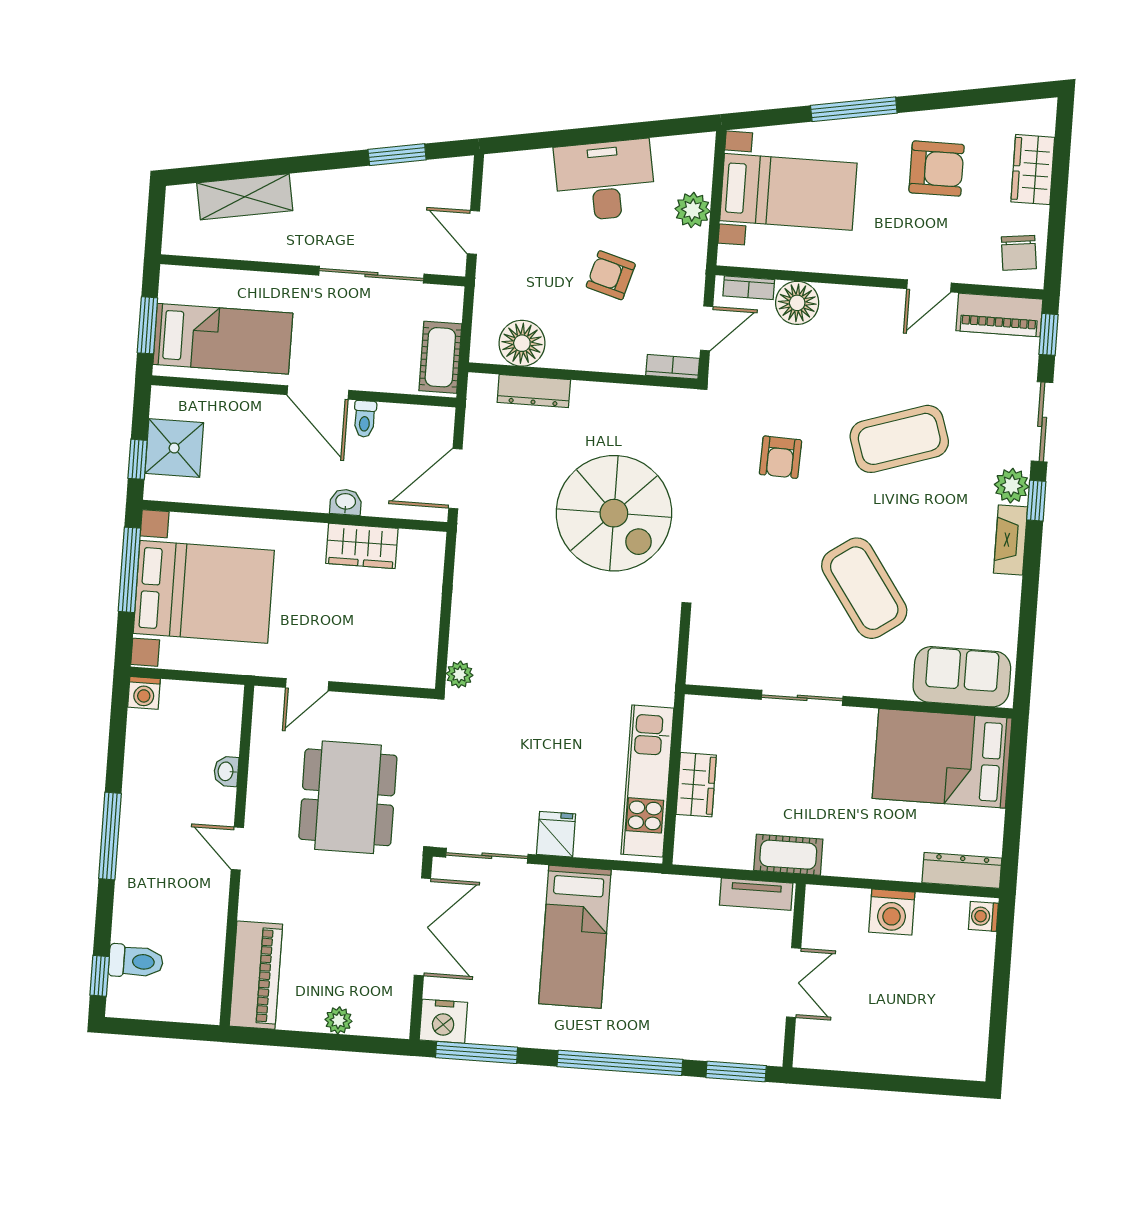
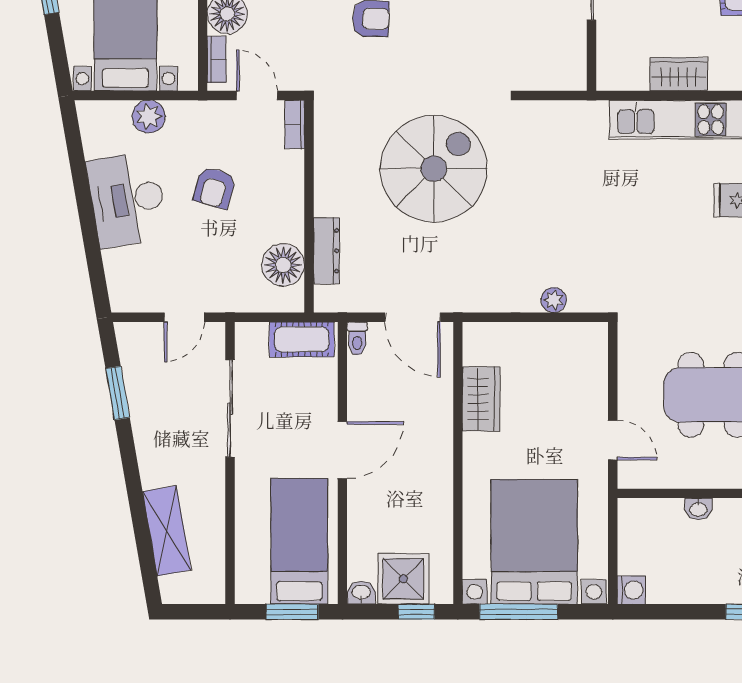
toilet: (365, 419) -> (357, 338), moved, turned 90
washbasin: (346, 502) -> (361, 593), moved, turned 90
plant: (460, 674) -> (554, 300), moved

